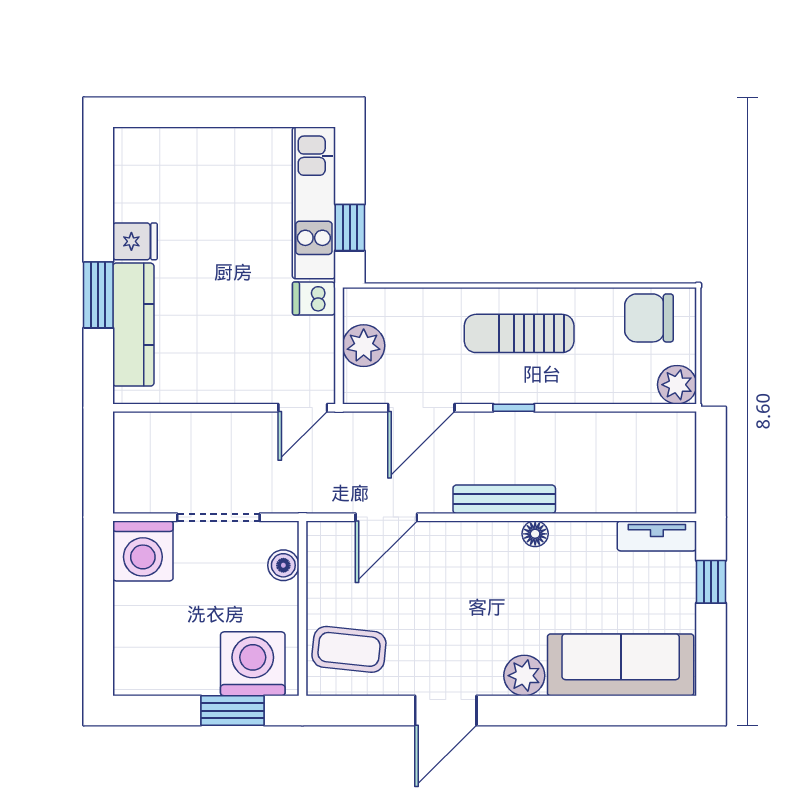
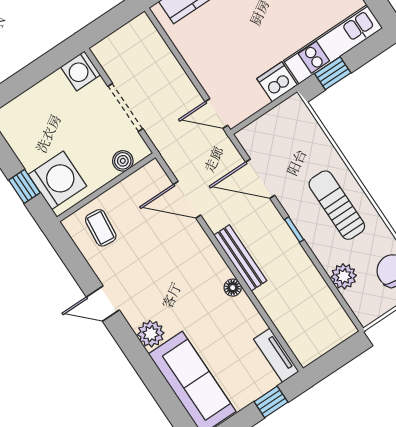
dishwasher: (314, 298) -> (277, 82), width x1.38
plant: (364, 346) -> (273, 124), removed
plant: (677, 385) -> (344, 276), moved
washing machine: (143, 551) -> (81, 71), width x0.73, depth x0.73
coffee table: (349, 649) -> (101, 228), width x0.73, depth x0.77
window: (233, 711) -> (24, 186), width x0.67
door: (446, 711) -> (103, 303), width x0.73

